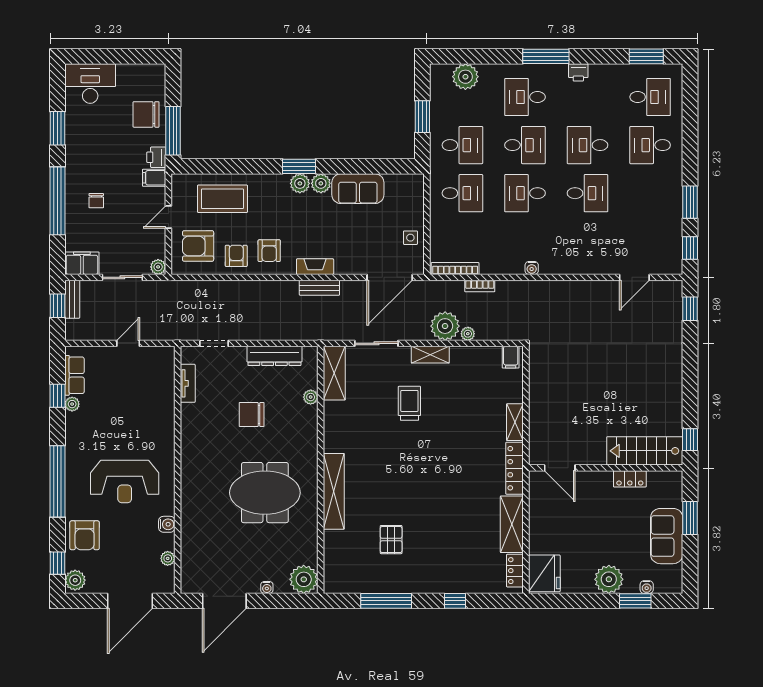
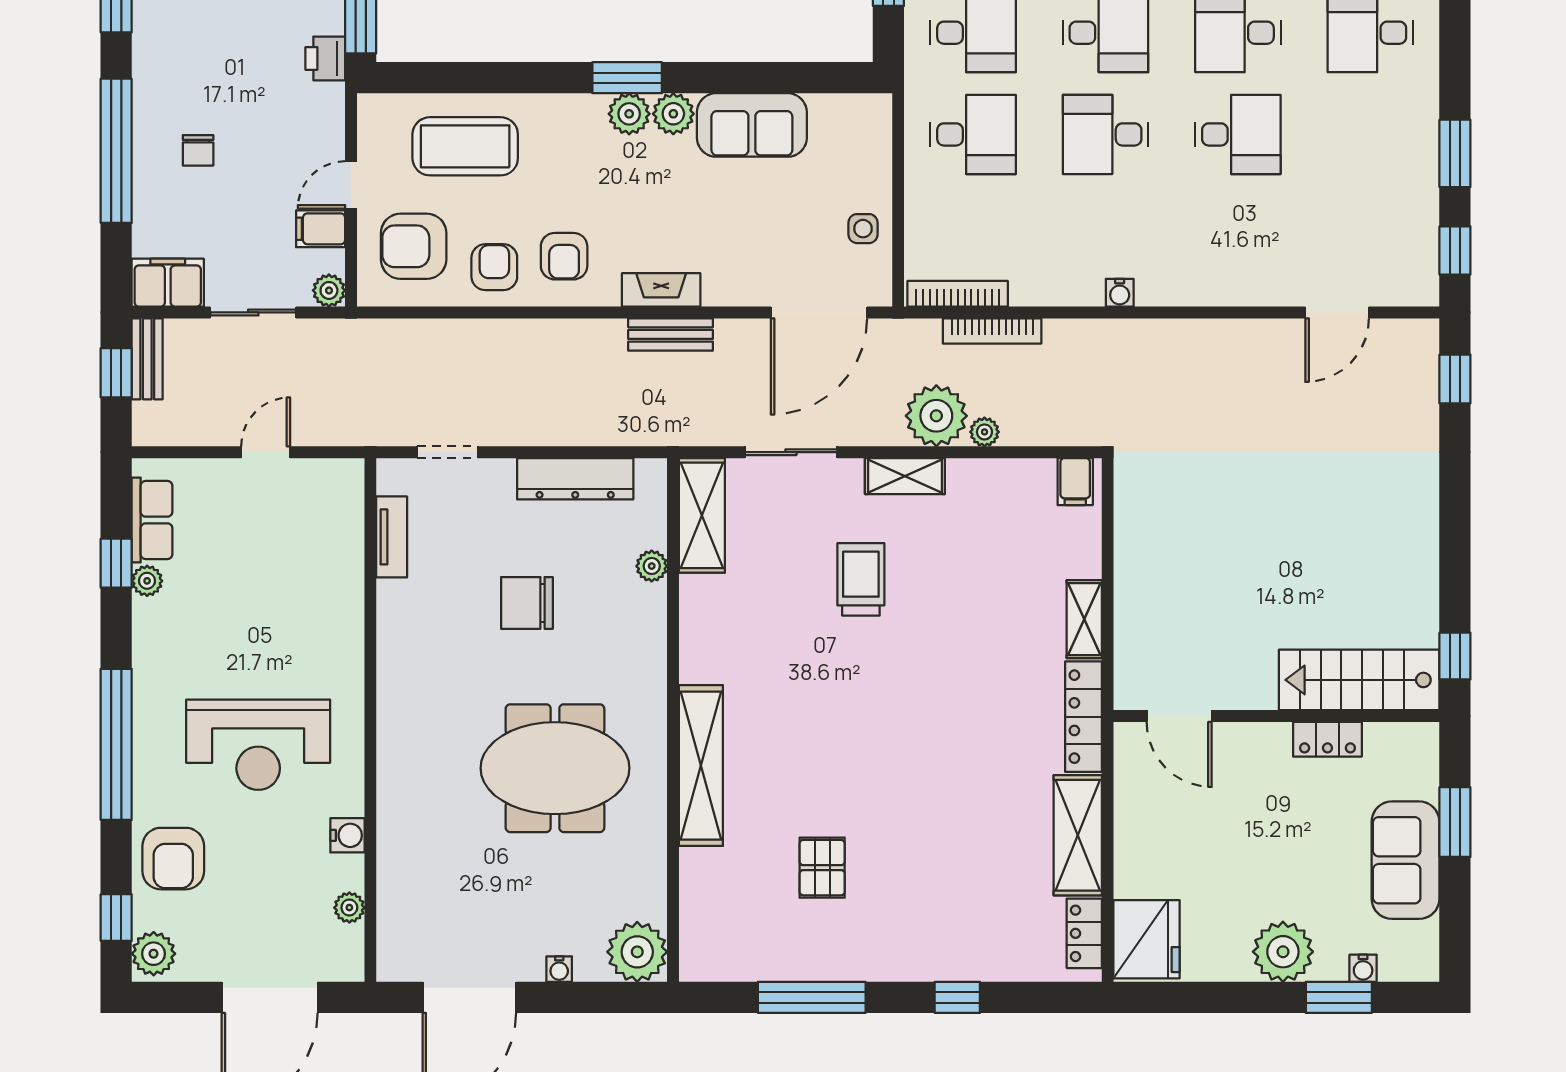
filing cabinet: (154, 178) -> (321, 229), moved
bookcase: (480, 286) -> (992, 331), width x1.56

